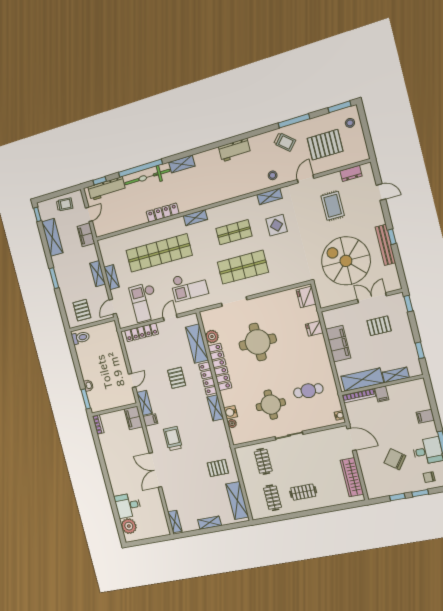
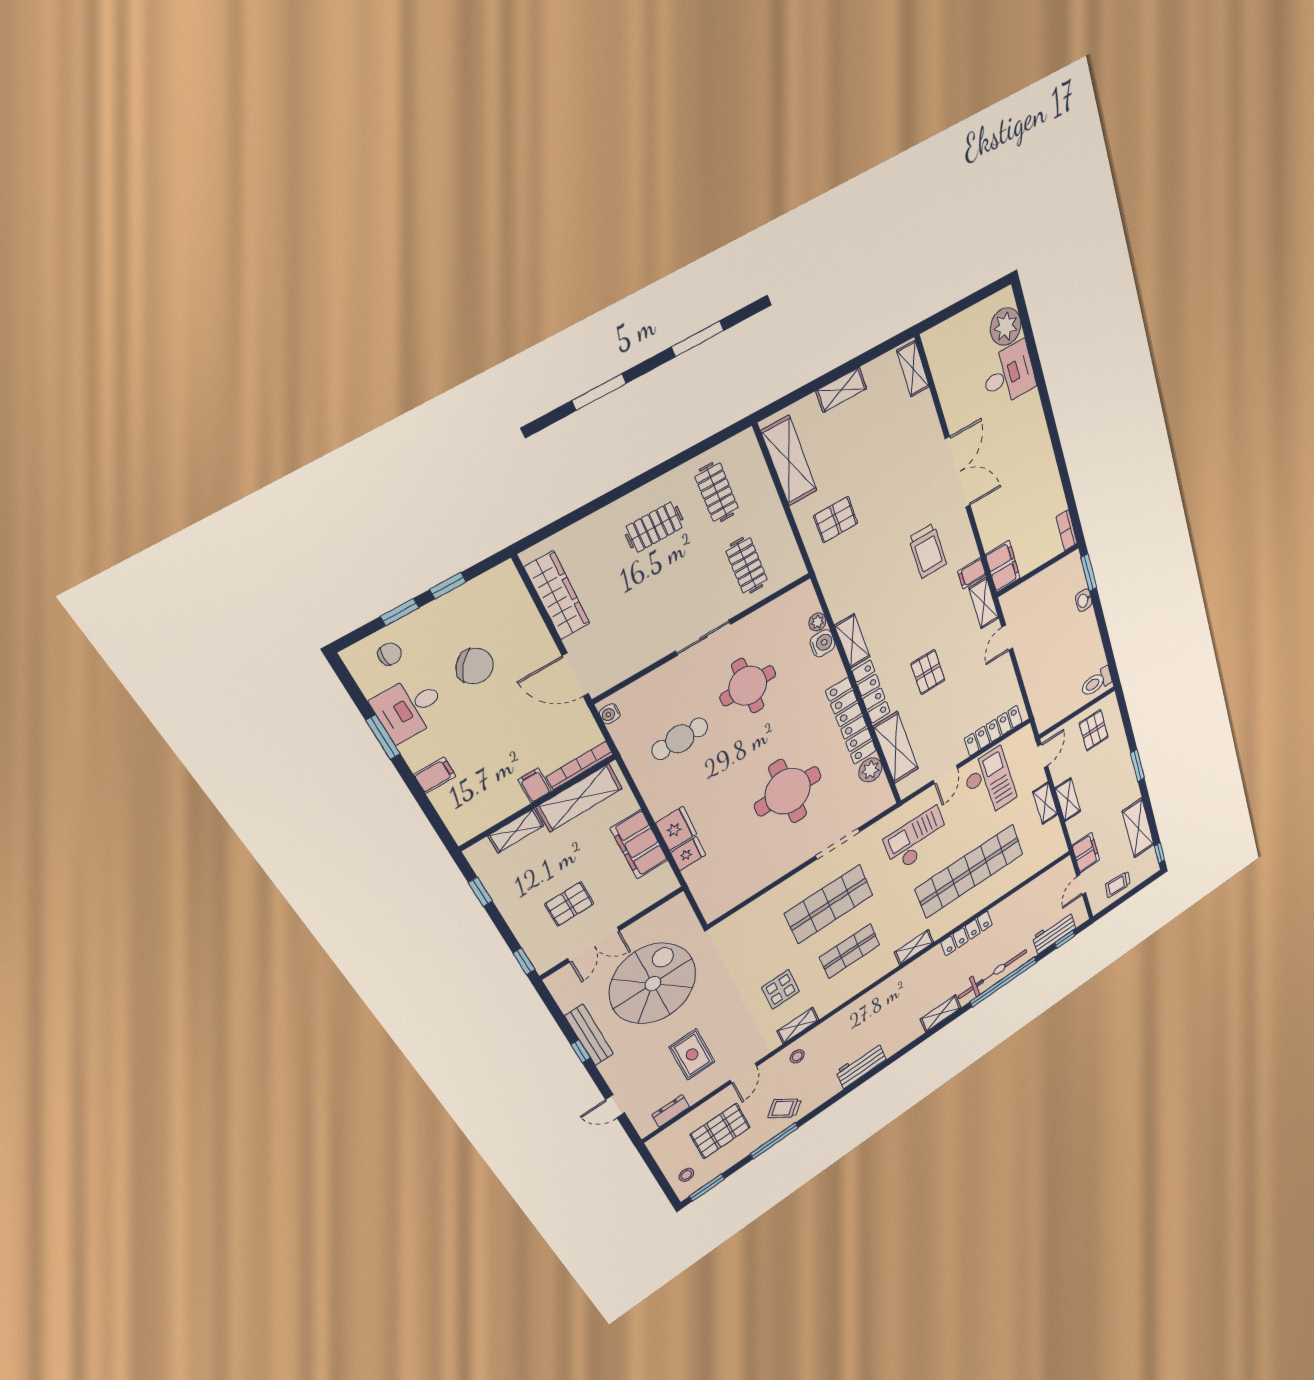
workbench: (107, 189) -> (1054, 933), width x0.73
spiral stairs: (346, 261) -> (653, 984), turned -90
fridge: (306, 297) -> (676, 829), moved

